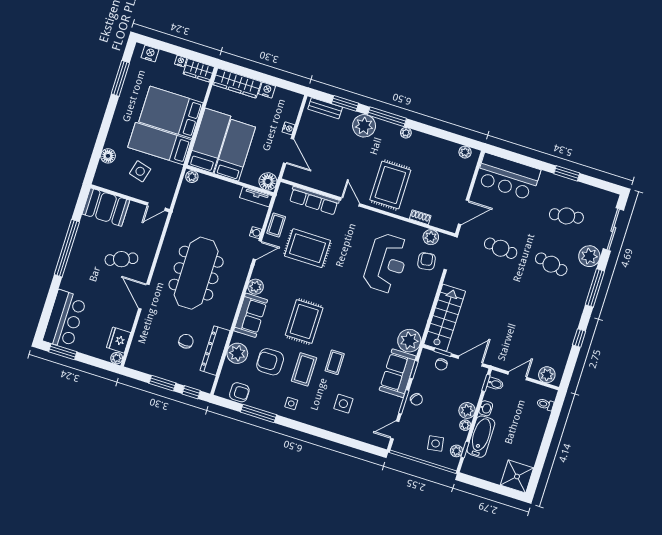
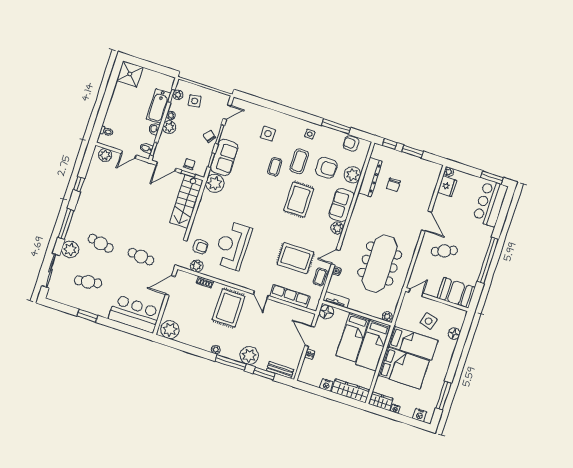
plant: (465, 152) -> (170, 330), width x1.87, depth x1.87
armchair: (427, 261) -> (200, 247), turned -81
meeting table: (196, 273) -> (380, 264), moved

